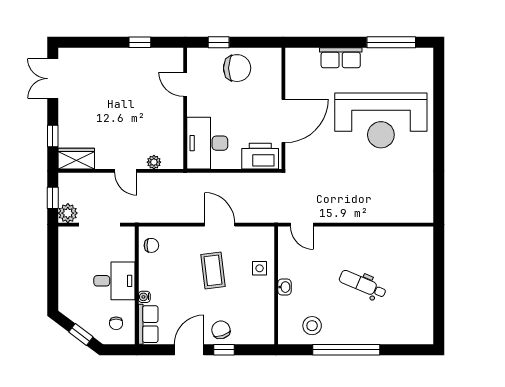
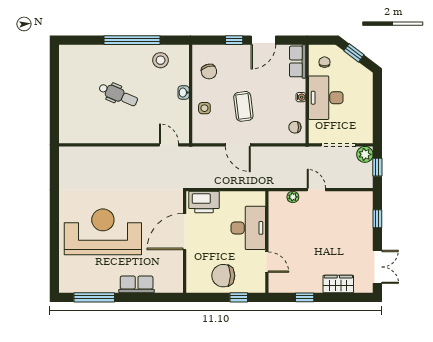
desk: (207, 143) -> (248, 228), moved
wardrobe: (76, 159) -> (338, 284), moved, turned 180
desk: (114, 281) -> (326, 98), width x1.37
water cooler: (144, 297) -> (301, 97), moved
chair: (221, 330) -> (209, 71), moved

